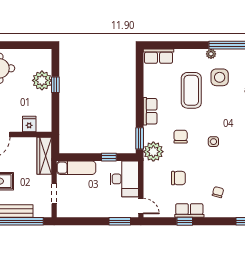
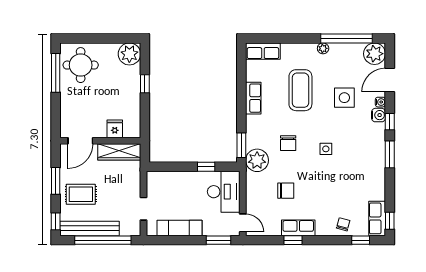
side table: (220, 77) -> (344, 98), moved
plant: (42, 80) -> (129, 54), moved
row of seats: (150, 111) -> (253, 98), moved
chair: (181, 137) -> (288, 143), turned 180
wardrobe: (44, 156) -> (119, 152), moved, turned -90
exam couch: (76, 168) -> (180, 228), moved, turned 180
chair: (218, 192) -> (343, 224), moved

